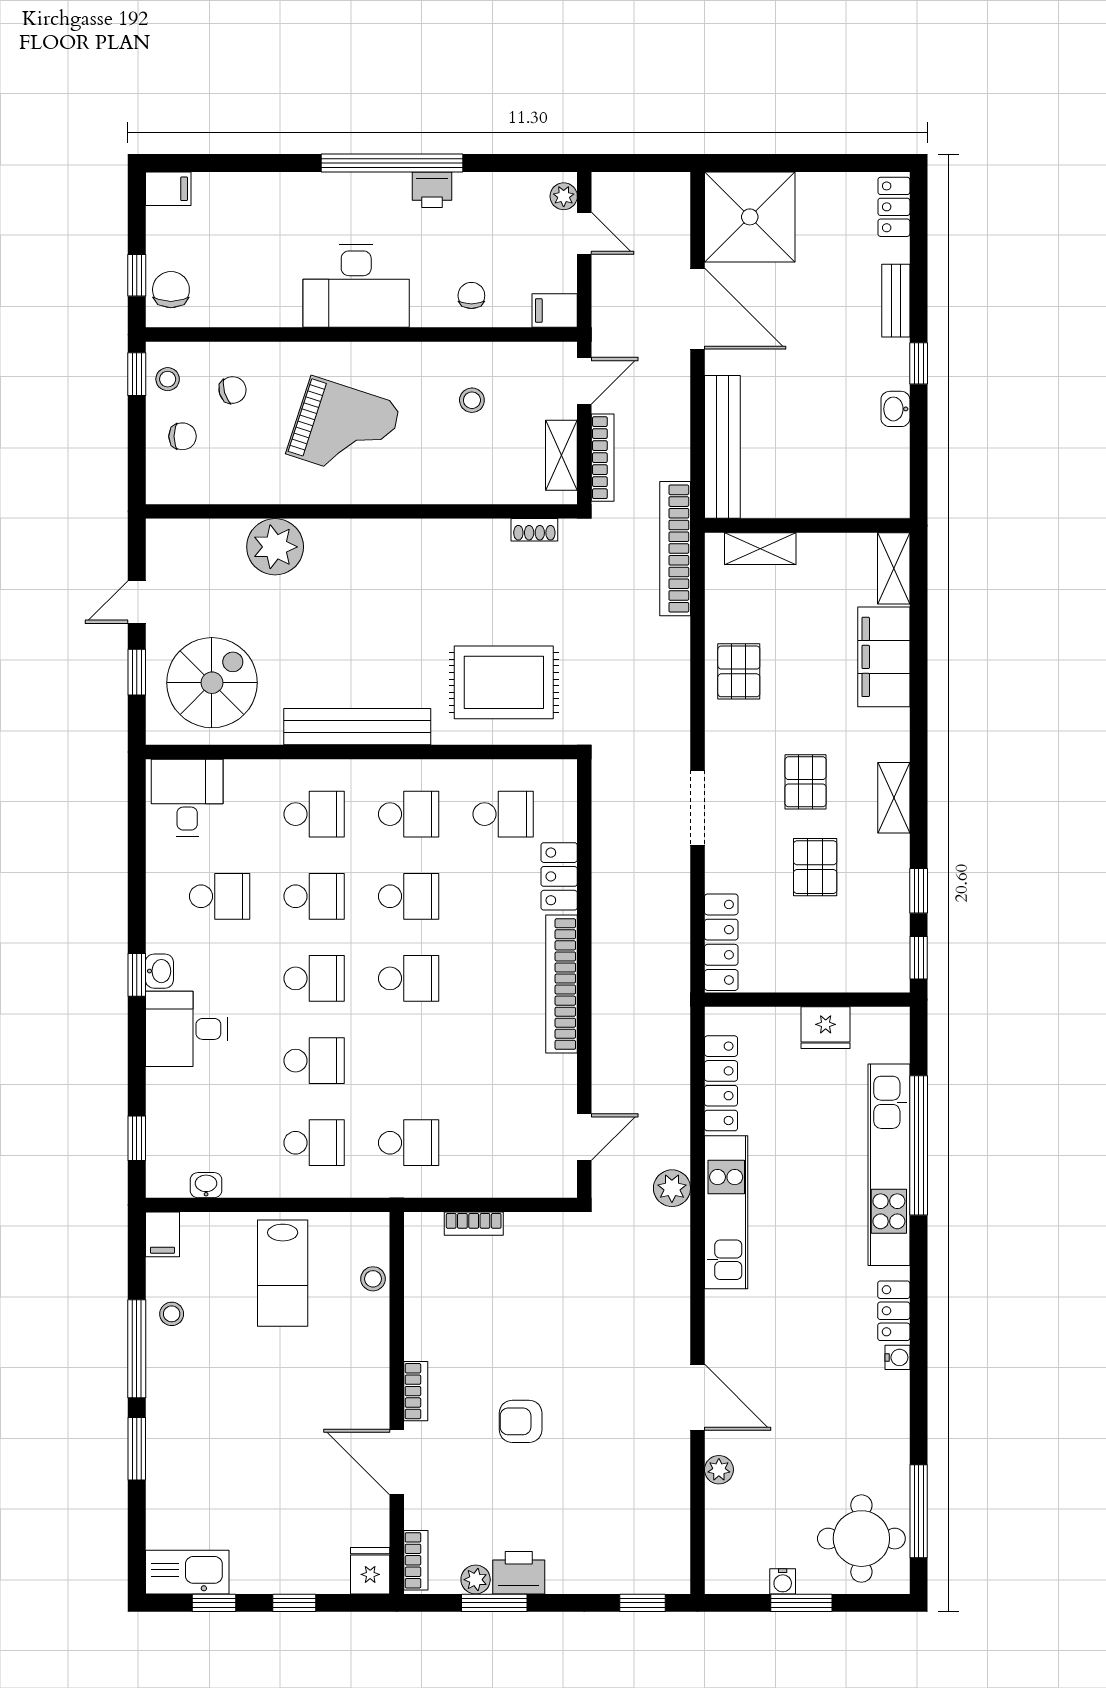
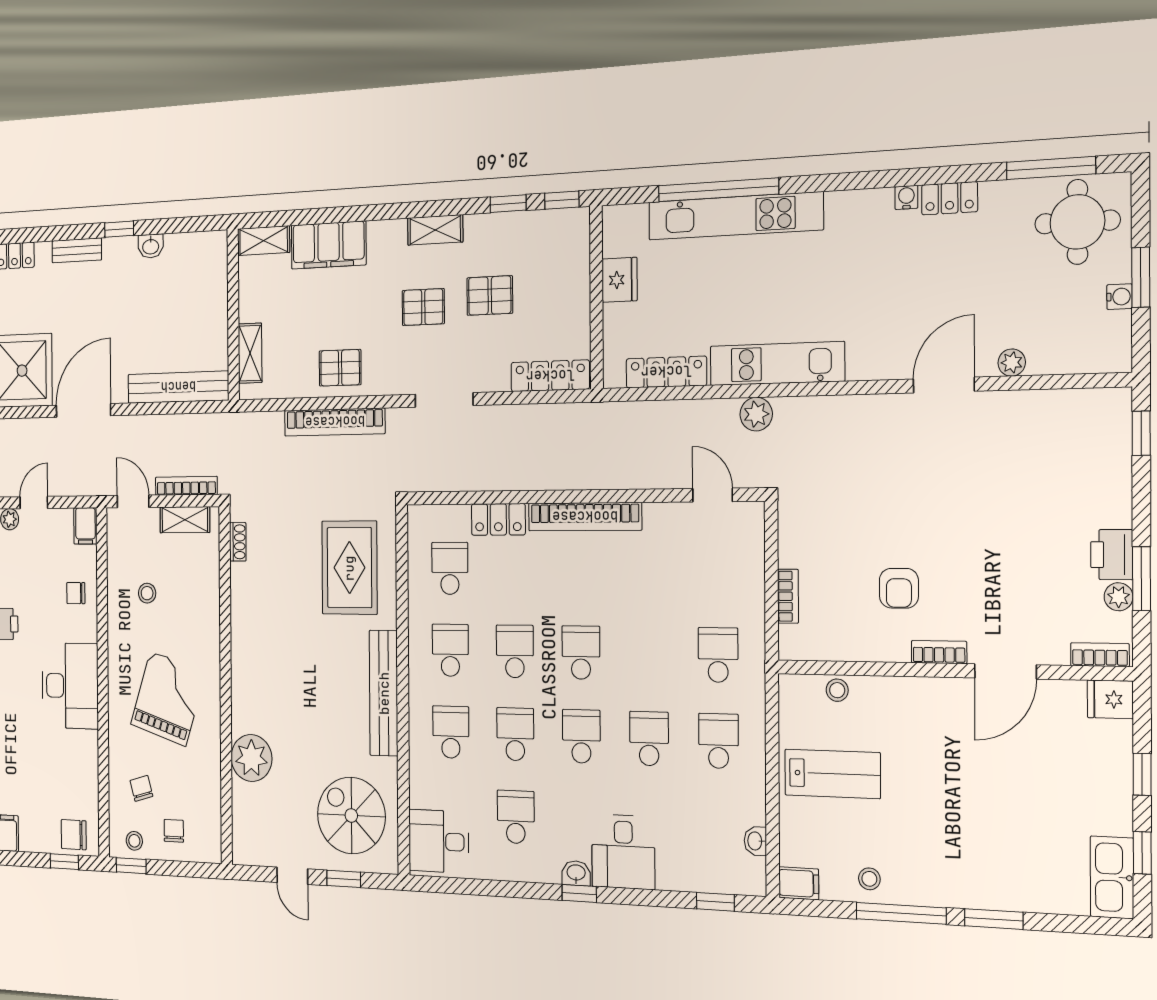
bookcase: (675, 549) -> (335, 422), moved
locker: (894, 1311) -> (950, 198), moved
armchair: (521, 1421) -> (899, 588), moved

